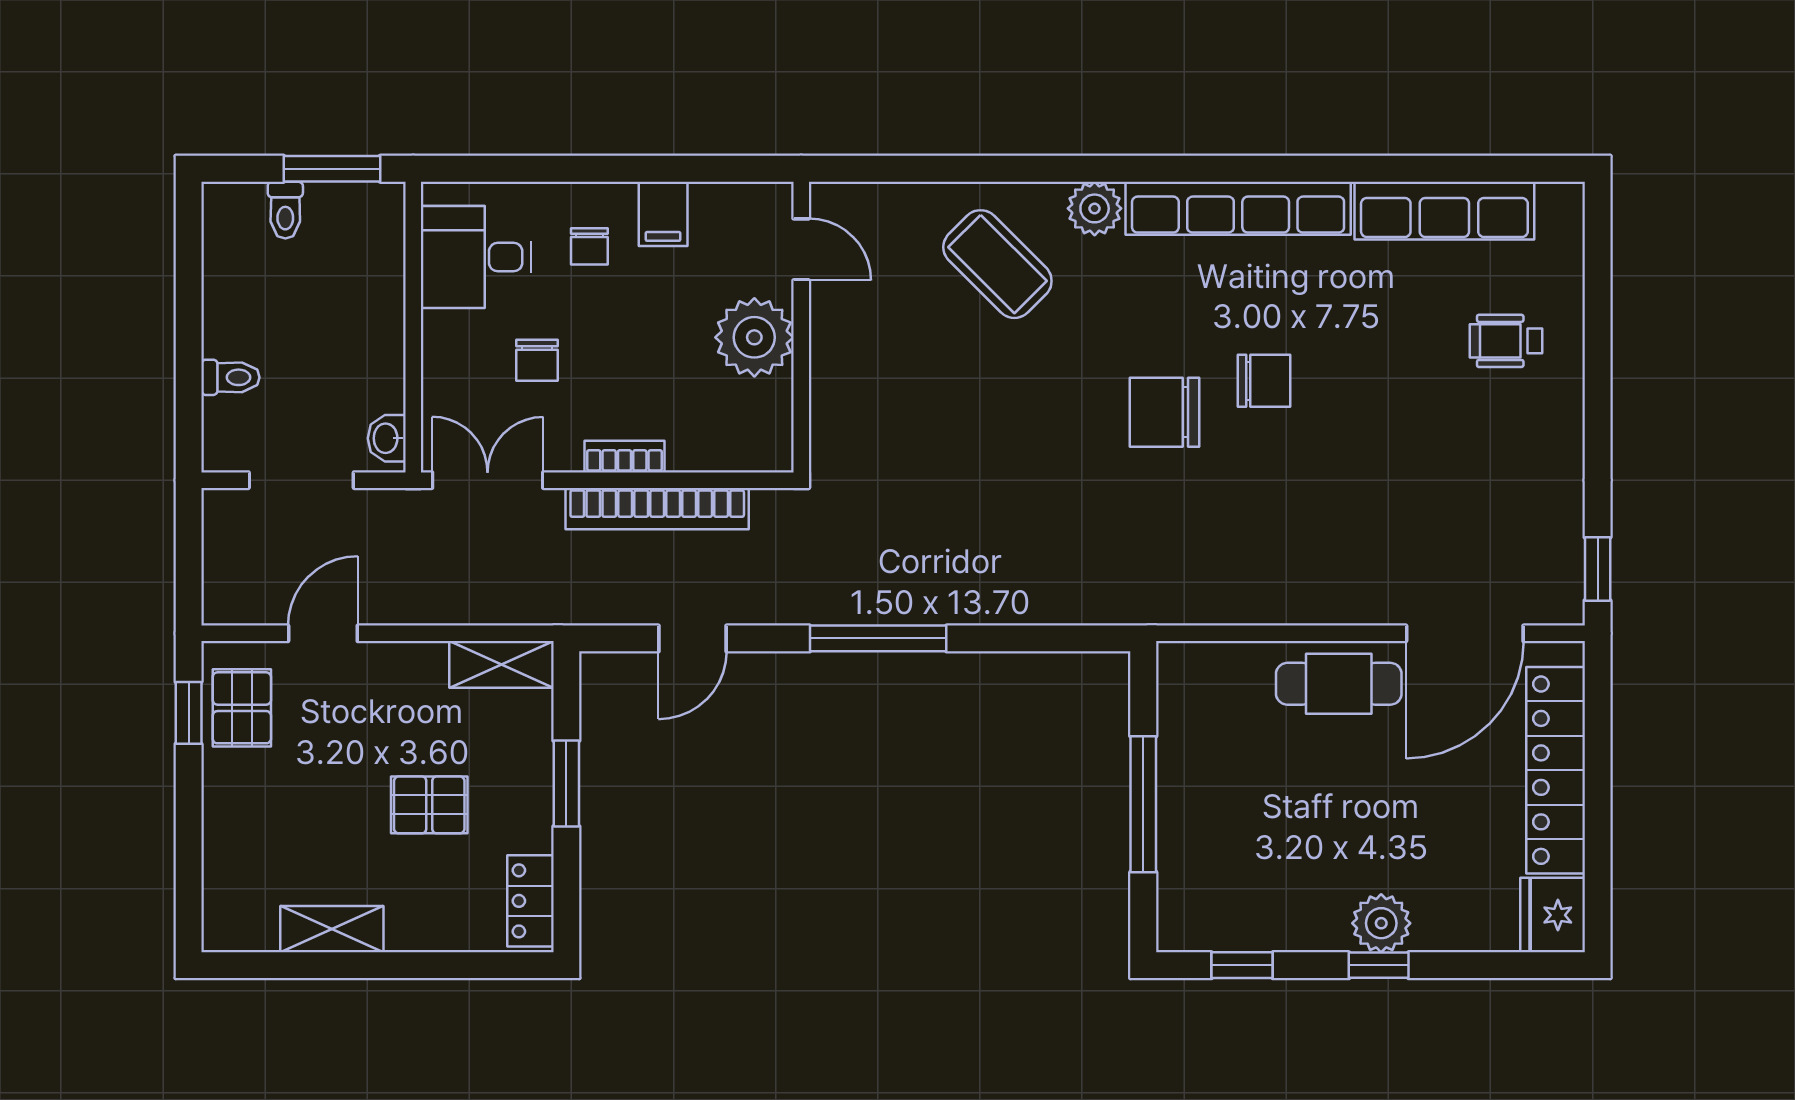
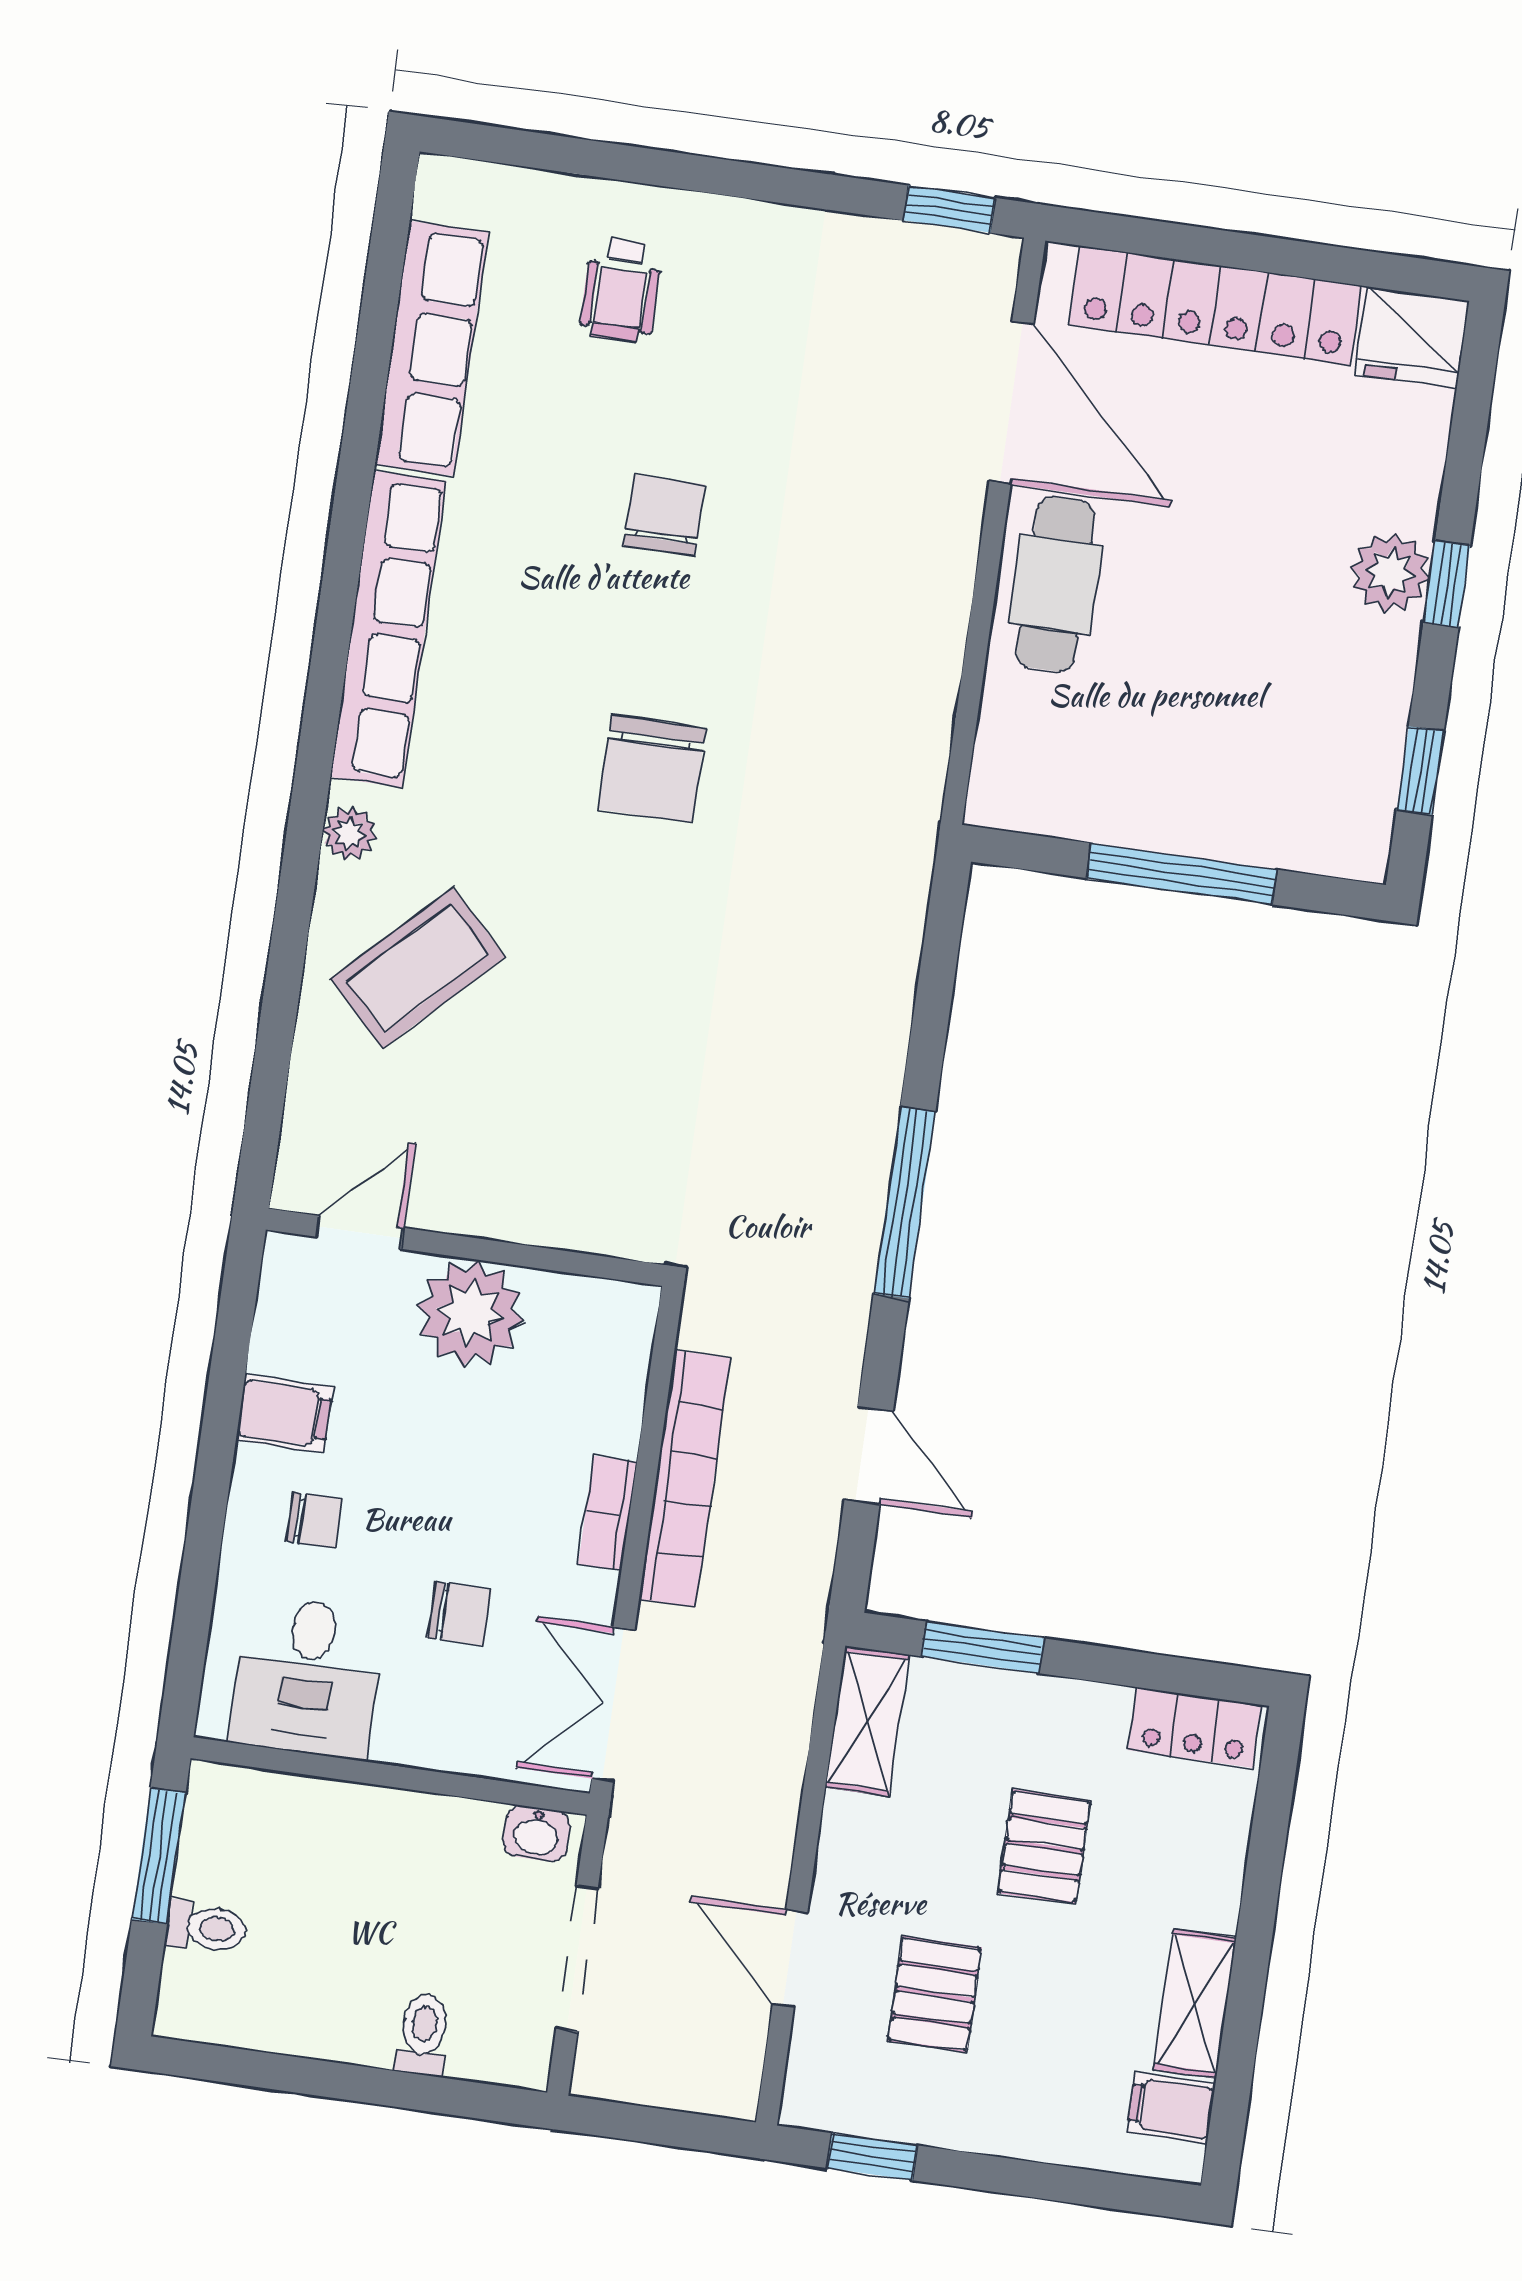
plant: (1095, 208) -> (349, 833), width x0.73, depth x0.73
chair: (1264, 381) -> (664, 515), moved
pallet: (242, 708) -> (935, 1994), moved, turned 90
window: (566, 783) -> (983, 1647), moved
filing cabinet: (254, 923) -> (1171, 2108), added

